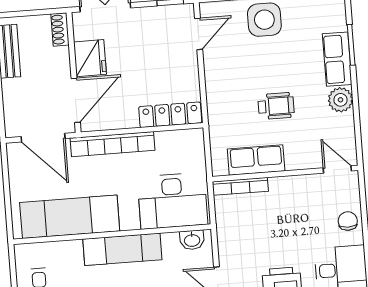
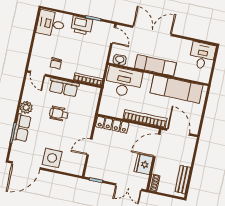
door: (199, 34) -> (89, 147), moved
row of seats: (256, 160) -> (64, 87), moved
chair: (348, 221) -> (56, 63), moved

